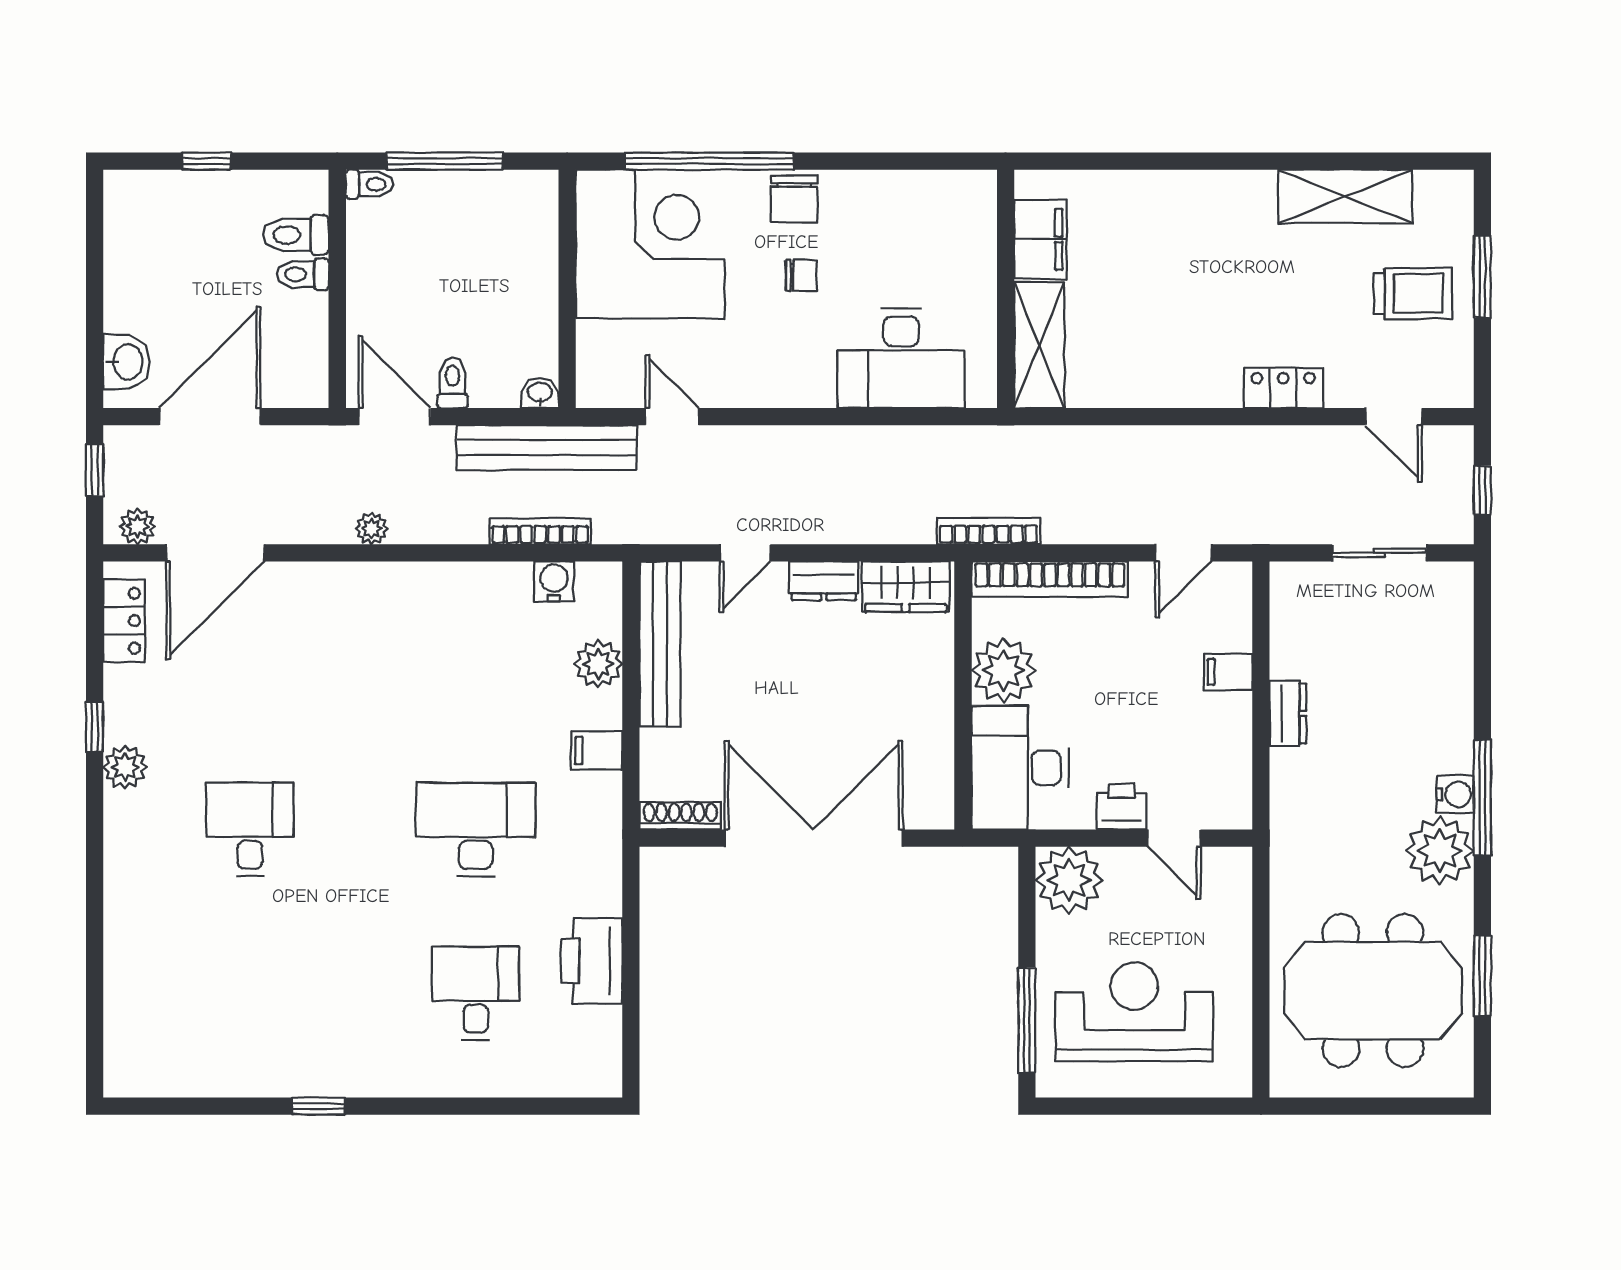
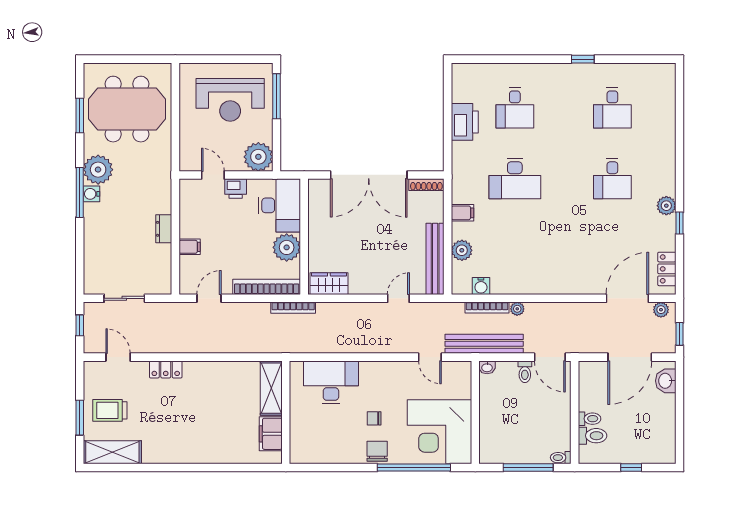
shelving: (1345, 197) -> (112, 452), moved
plant: (372, 528) -> (517, 309), moved
dresser: (824, 581) -> (364, 286), removed
desk: (250, 993) -> (612, 108), added

